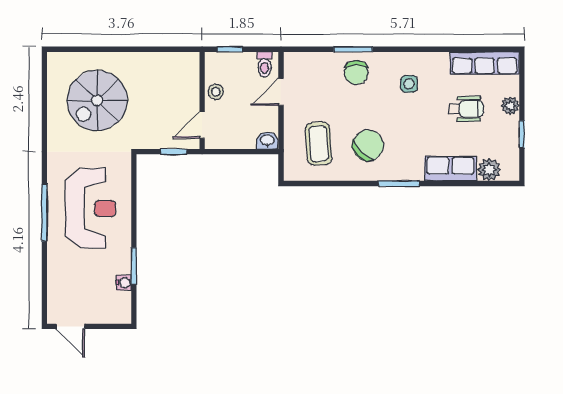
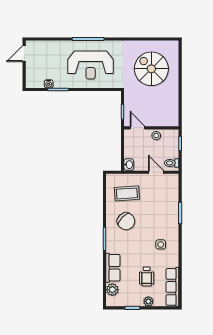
chair: (356, 73) -> (167, 215), removed

